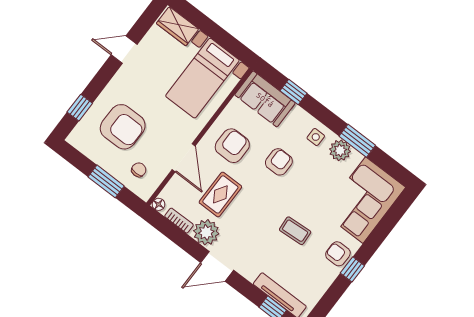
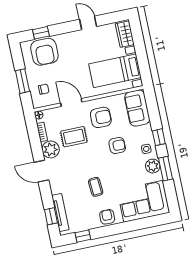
window: (293, 92) -> (159, 137), moved
armchair: (123, 127) -> (44, 52), moved
door: (184, 158) -> (71, 102), swing flipped
window: (352, 269) -> (83, 236), moved

